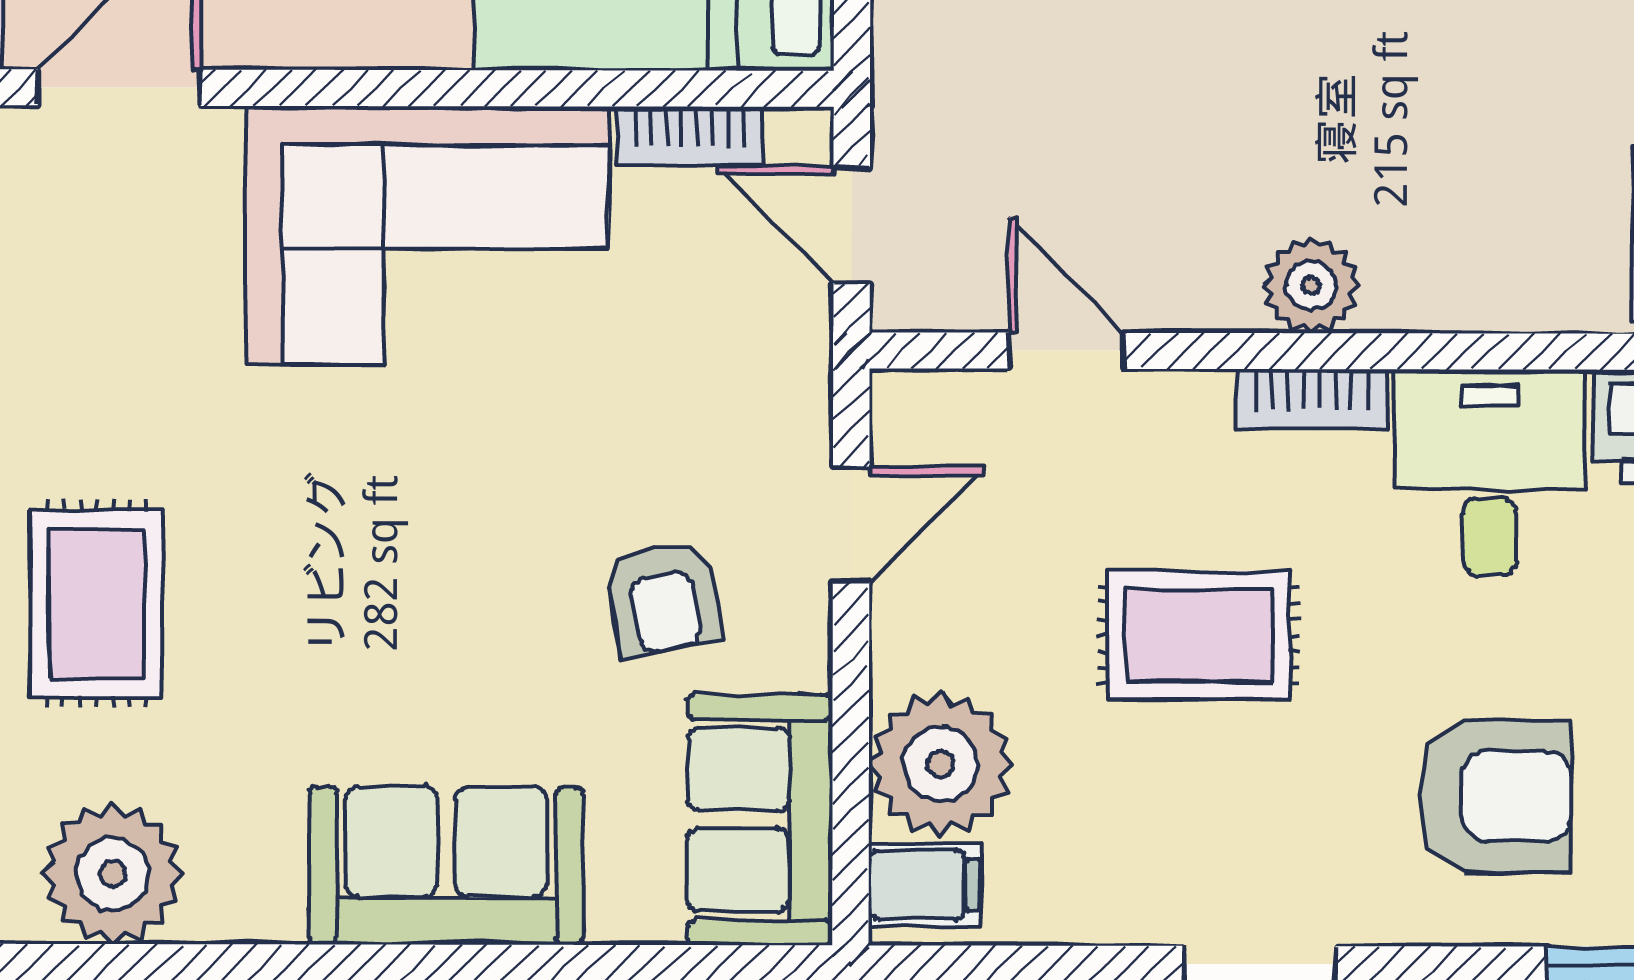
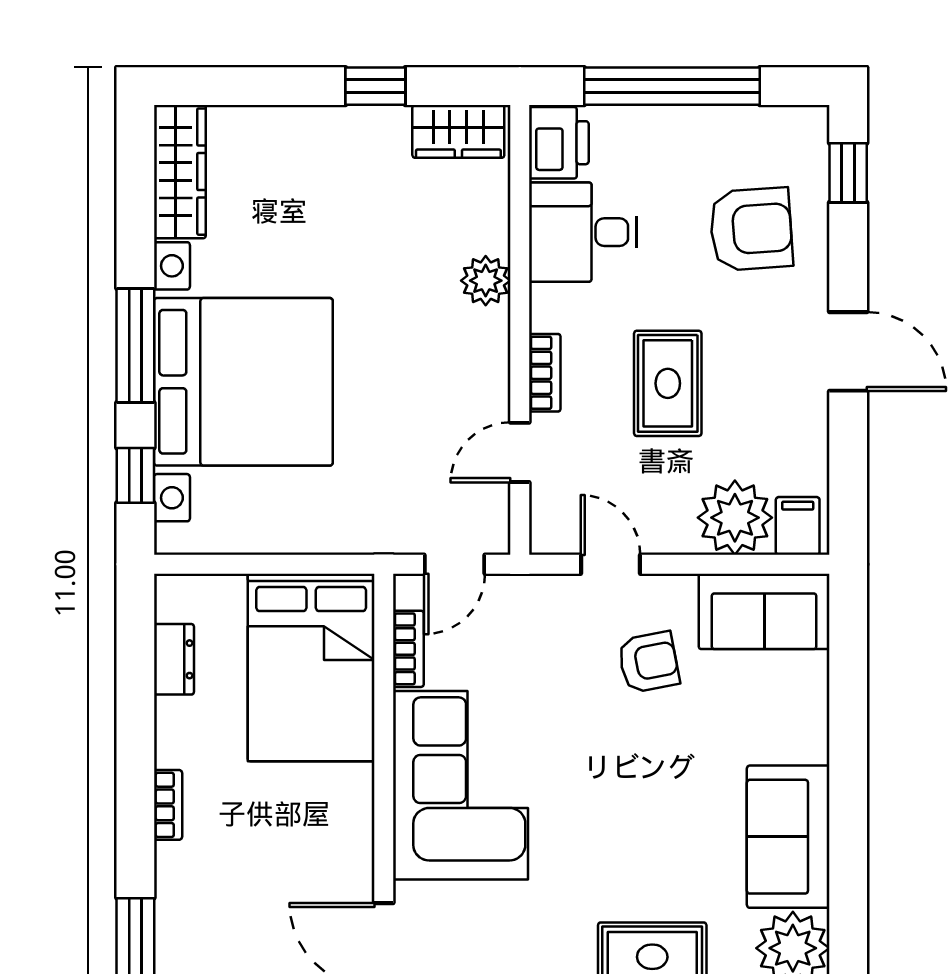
plant: (1311, 285) -> (486, 281), moved
bookcase: (1312, 399) -> (545, 373), moved
armchair: (1495, 796) -> (751, 229), turned 86
sofa: (446, 865) -> (788, 837), moved

